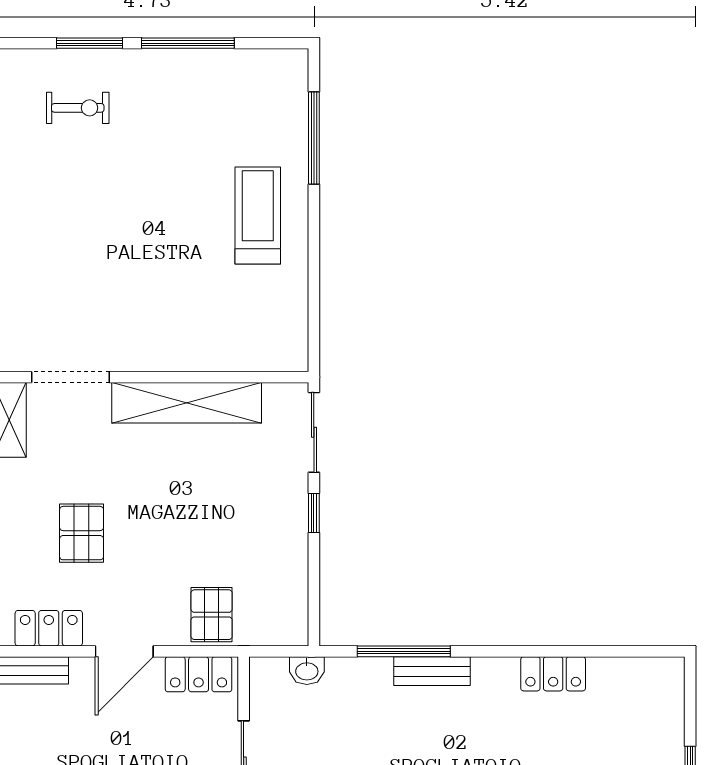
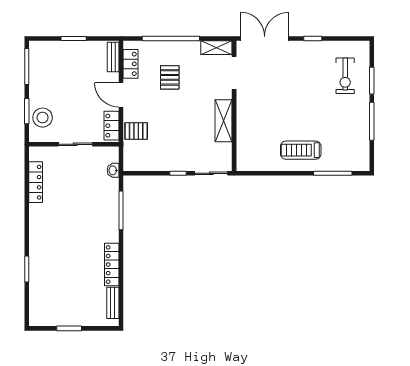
exercise bike: (78, 108) -> (345, 76), width x1.38, depth x1.39
treadmill: (258, 216) -> (301, 150), turned 180
shelving: (187, 403) -> (223, 121), width x0.68
pallet: (82, 533) -> (170, 77), turned 90
bench: (432, 671) -> (113, 303), moved
locker: (553, 674) -> (112, 265), width x1.53

